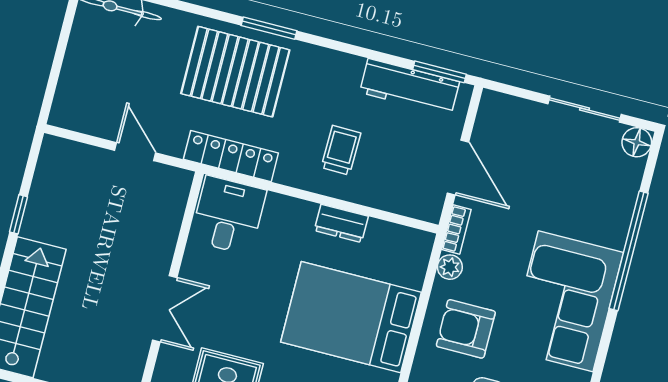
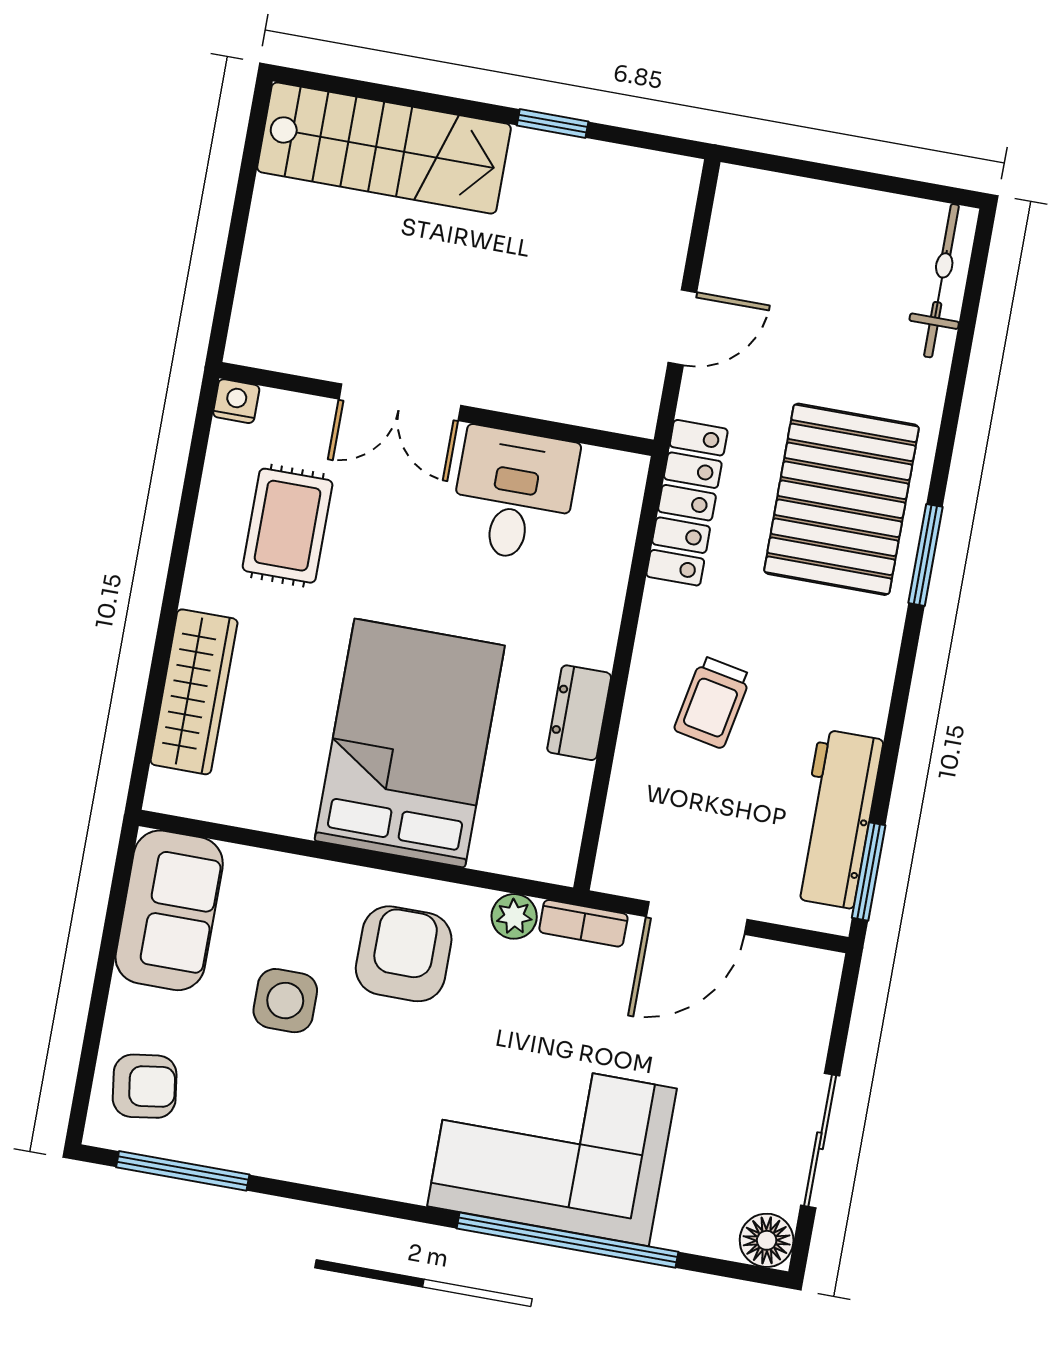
trolley: (341, 150) -> (713, 702), turned 100
desk: (228, 215) -> (514, 494), moved, turned -90
corner sofa: (566, 301) -> (552, 1147), moved

